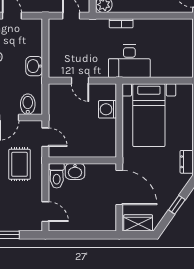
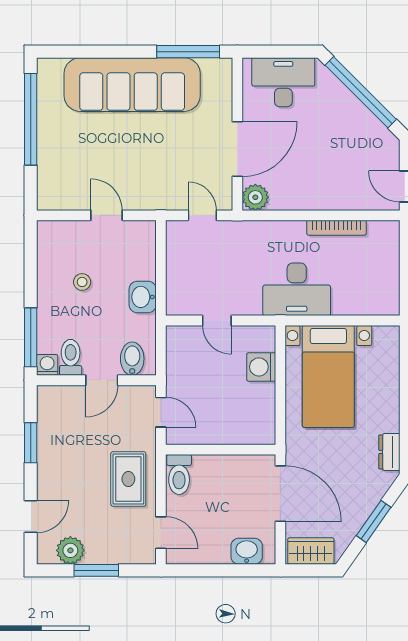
bookcase: (121, 23) -> (337, 228), moved, width x1.56
rug: (20, 164) -> (128, 479), moved
washbasin: (75, 171) -> (247, 551), moved, turned 180
window: (177, 205) -> (374, 521), width x1.50

